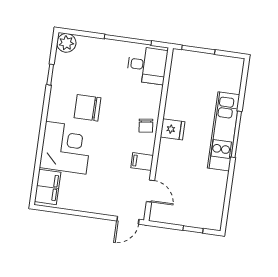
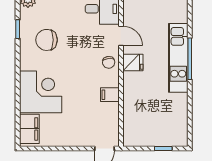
chair: (87, 108) -> (47, 40), moved
door: (151, 191) -> (121, 36), moved

